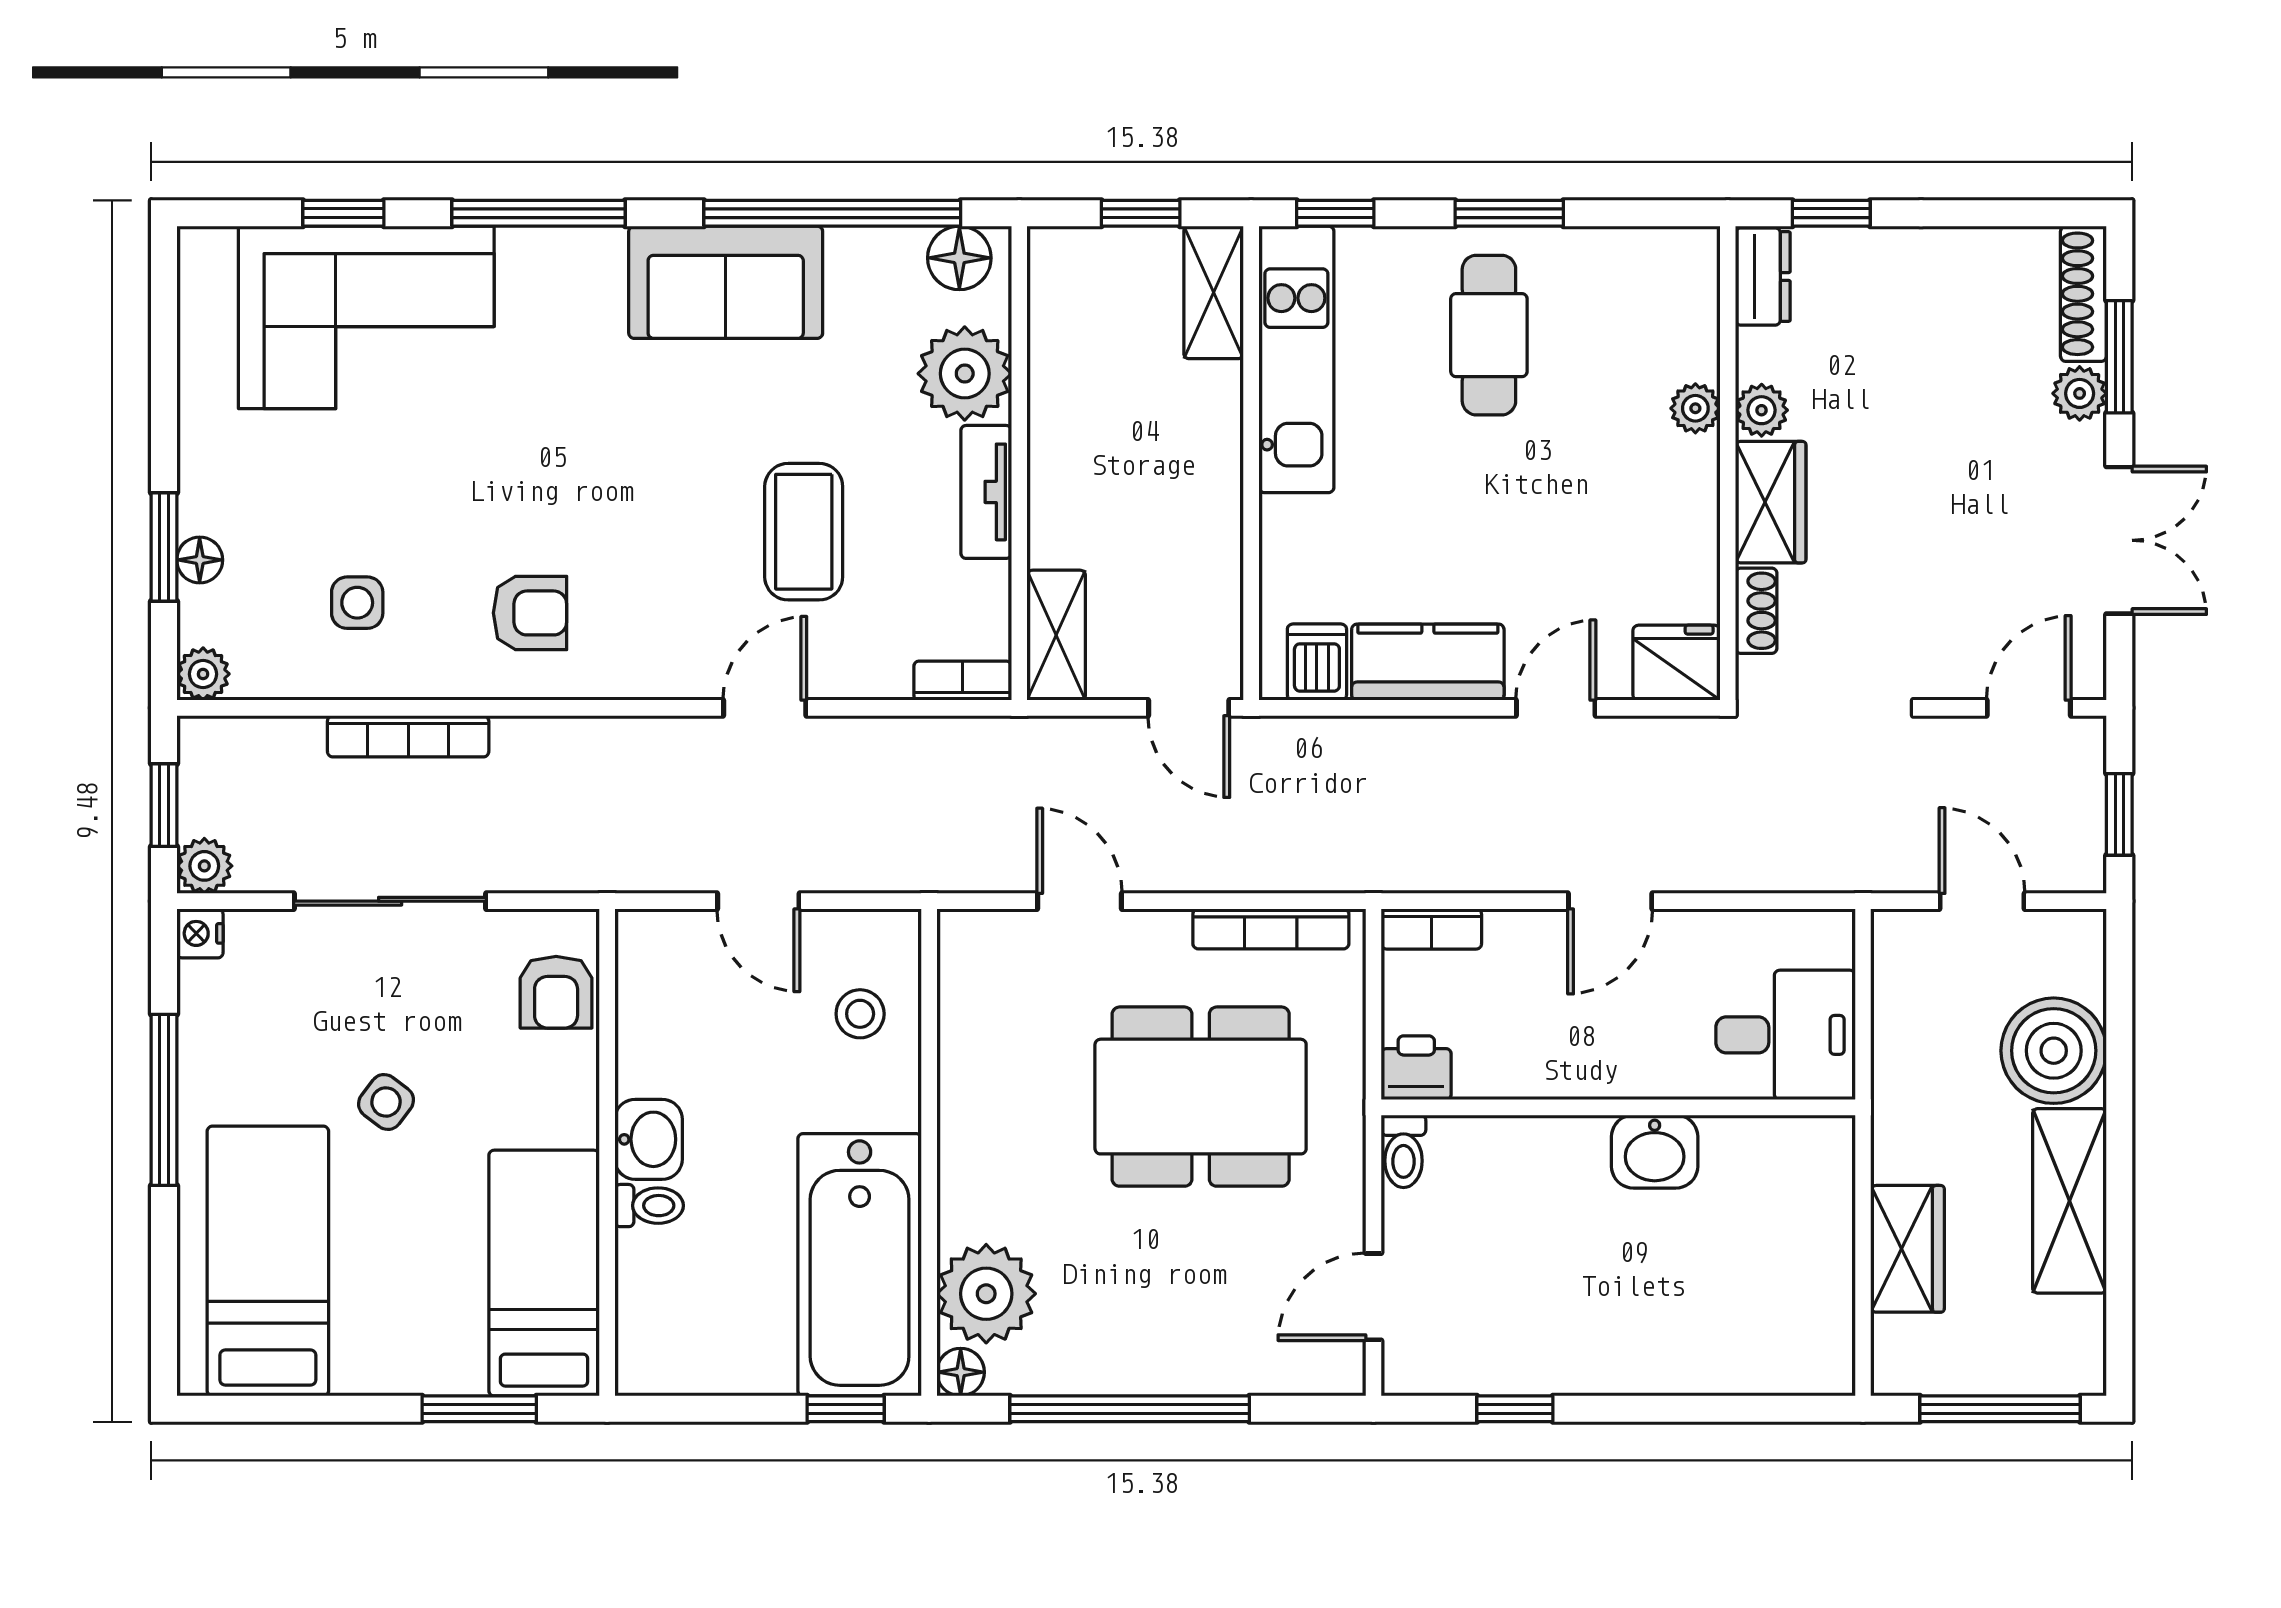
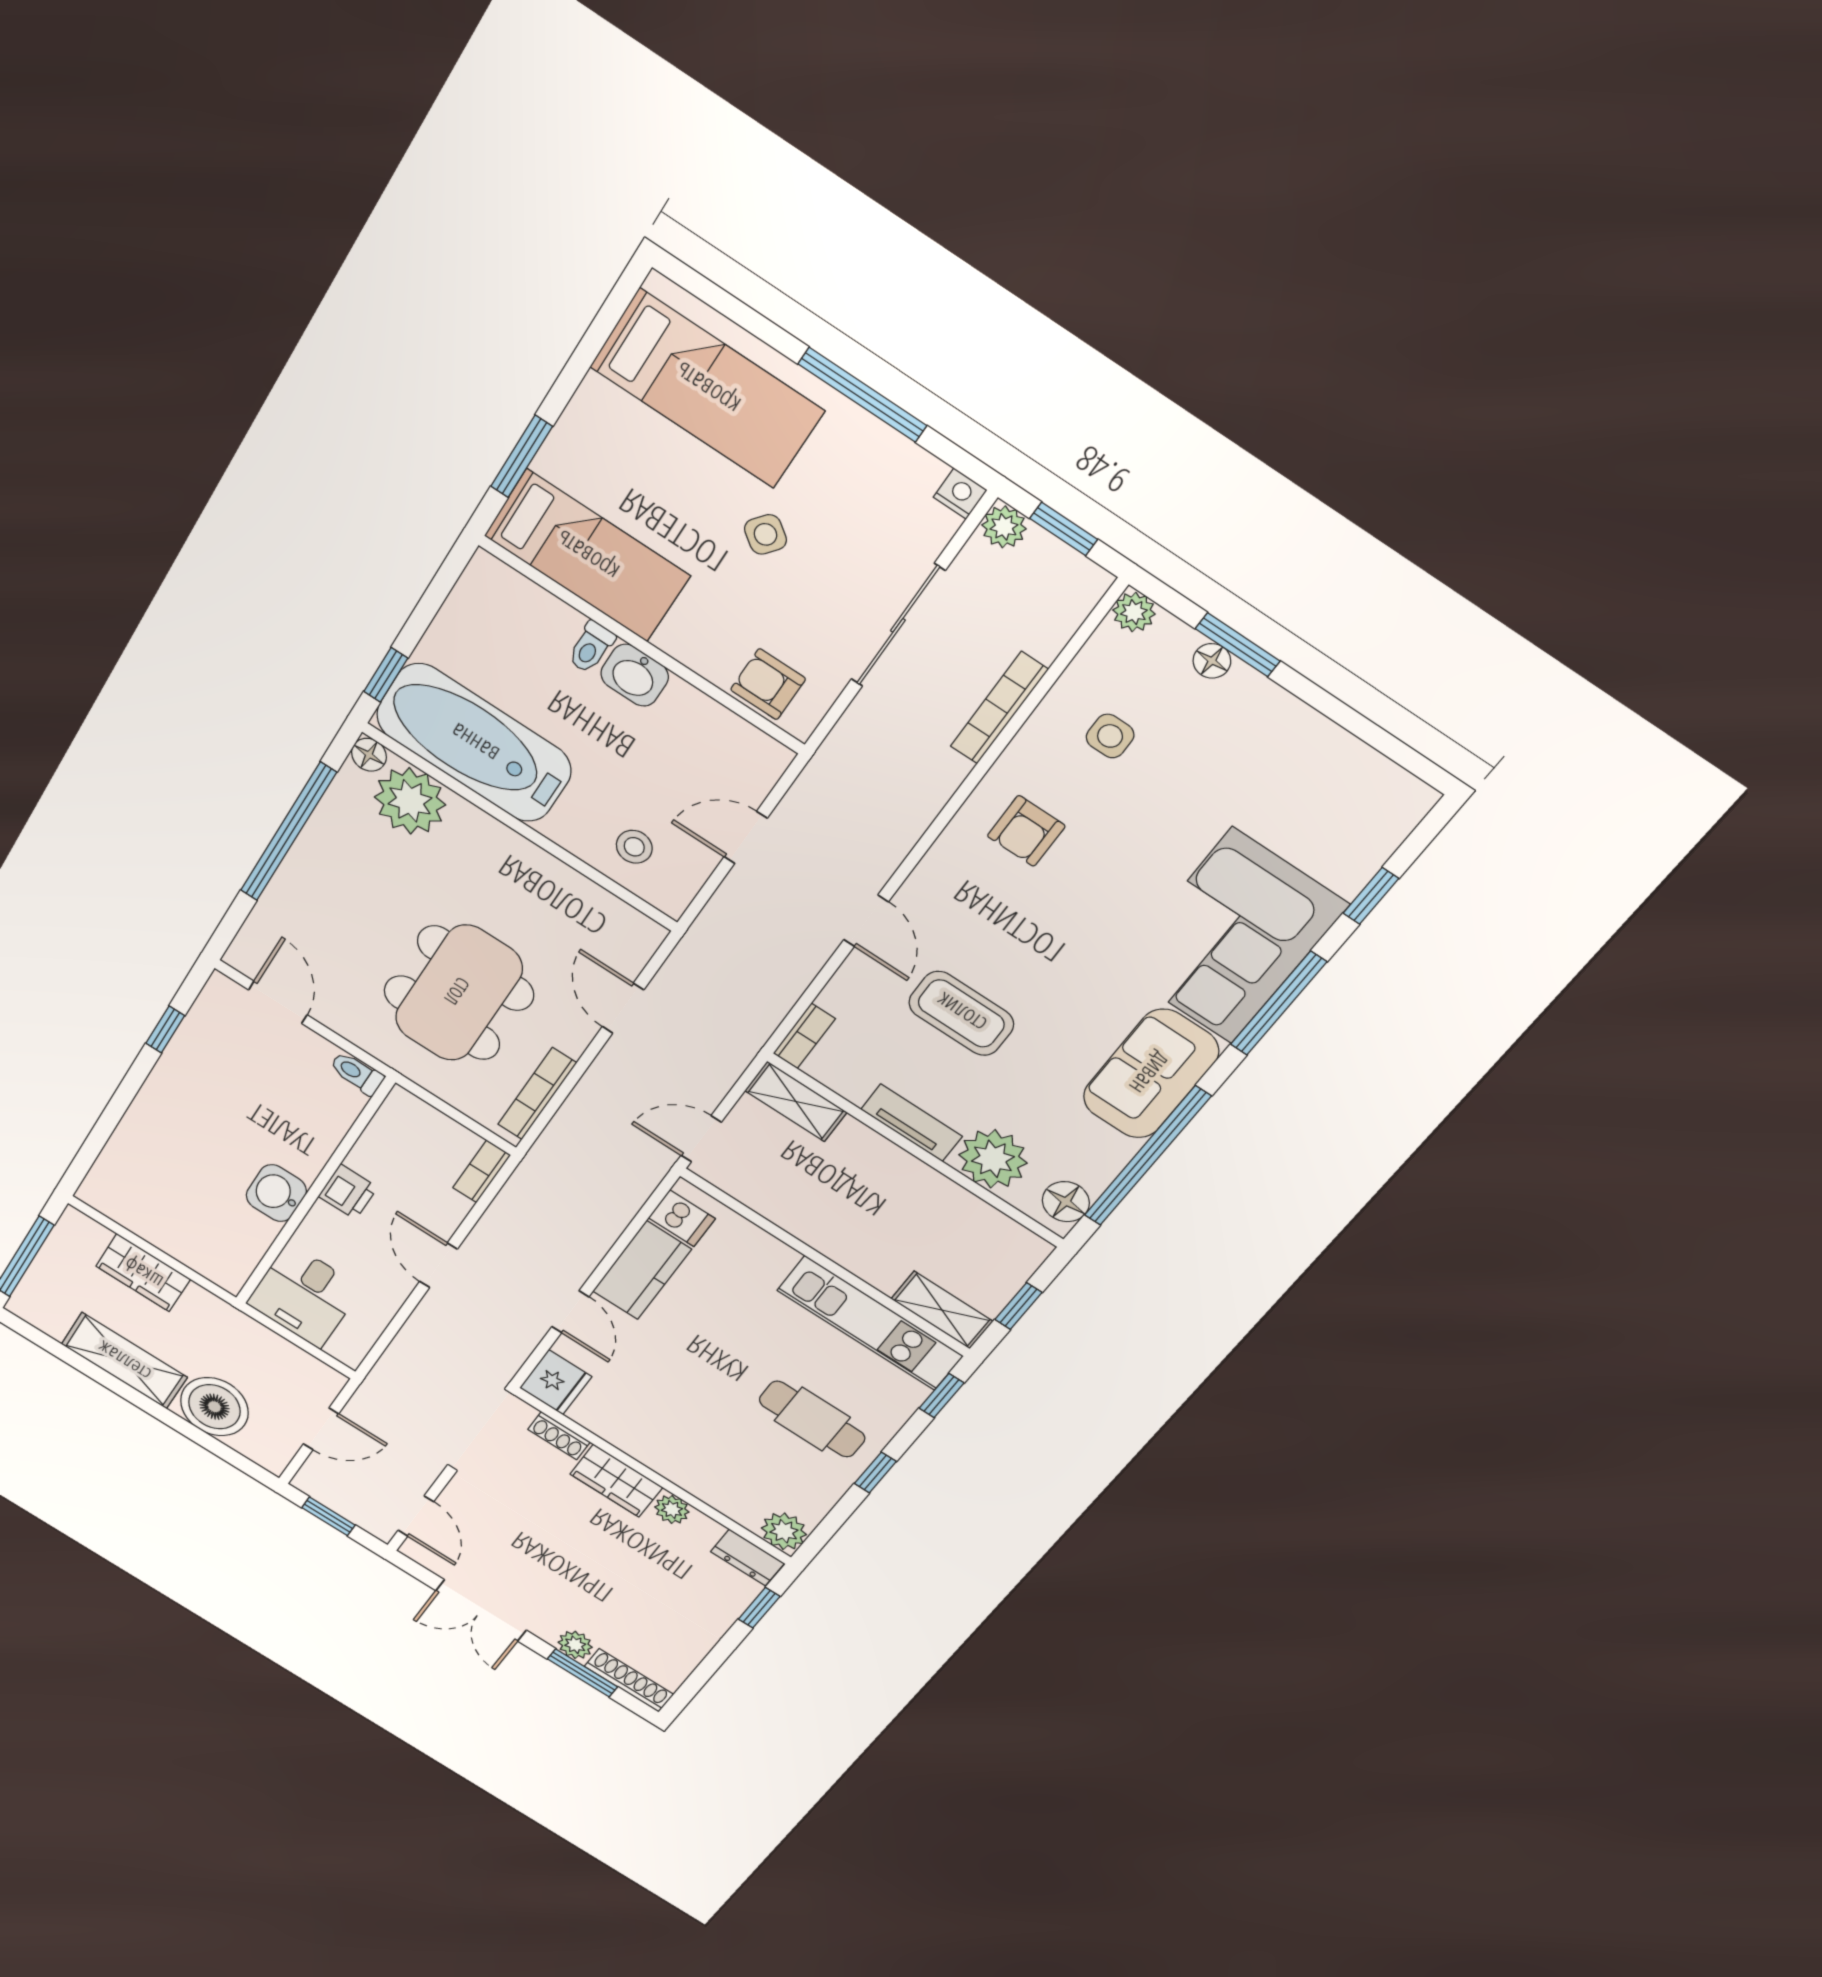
window: (1509, 213) -> (875, 1473), width x0.67
corner sofa: (366, 317) -> (1232, 937), moved
plant: (1695, 408) -> (784, 1531), moved, width x1.38, depth x1.38
door: (1079, 901) -> (623, 1008), swing flipped
printer: (1416, 1068) -> (348, 1192), moved

